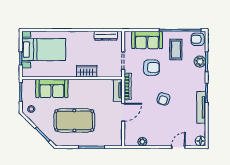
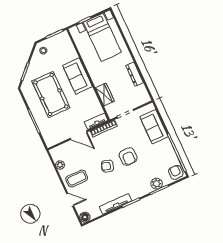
dresser: (106, 36) -> (135, 74), moved
coffee table: (176, 50) -> (77, 178), moved
armchair: (151, 68) -> (128, 157), moved
wardrobe: (87, 71) -> (105, 94), moved
sofa: (52, 88) -> (78, 76), moved

